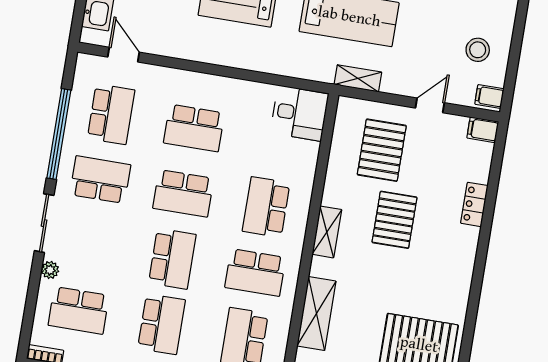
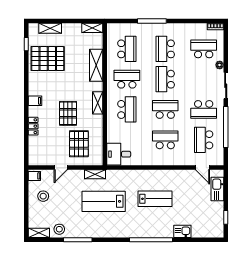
filing cabinet: (483, 130) -> (35, 101), moved

